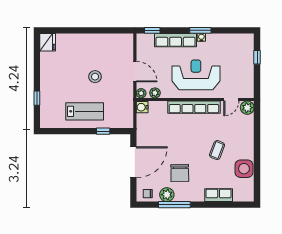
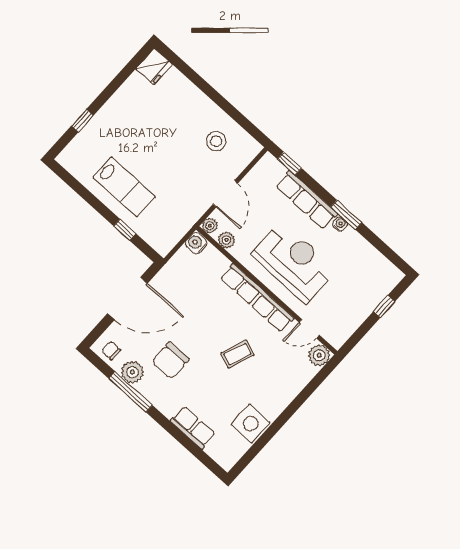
stool: (95, 77) -> (216, 141), moved
coffee table: (217, 150) -> (237, 354), moved

